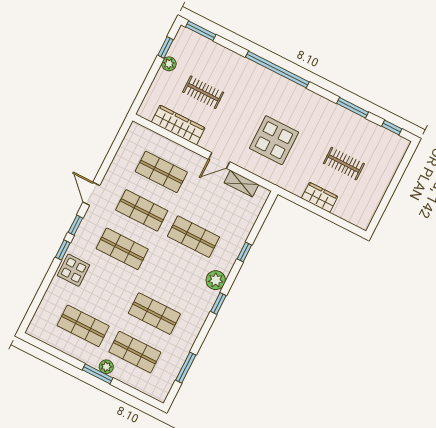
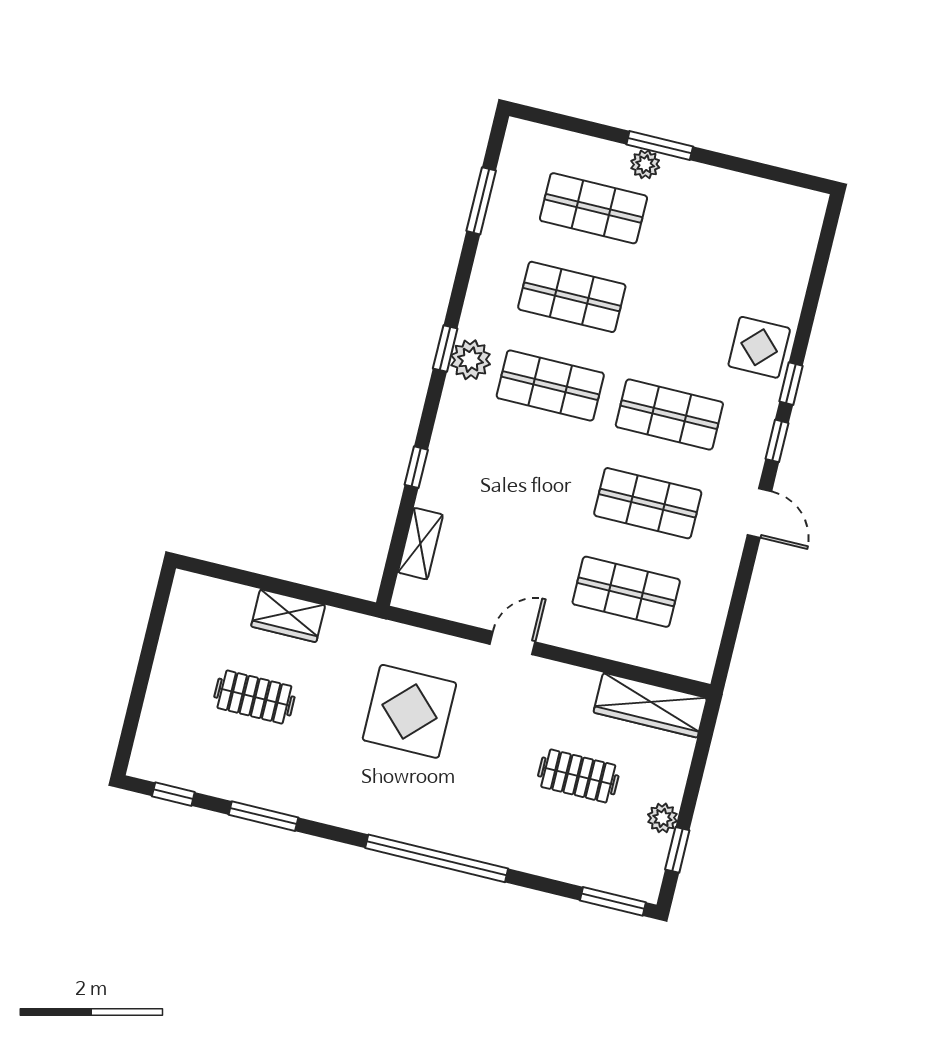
wardrobe: (178, 125) -> (650, 705), moved
shelving: (241, 184) -> (421, 544), moved, turned 90
shop shelf: (193, 237) -> (550, 386), moved
plant: (216, 280) -> (471, 360), moved
shop shelf: (83, 326) -> (713, 237), removed

